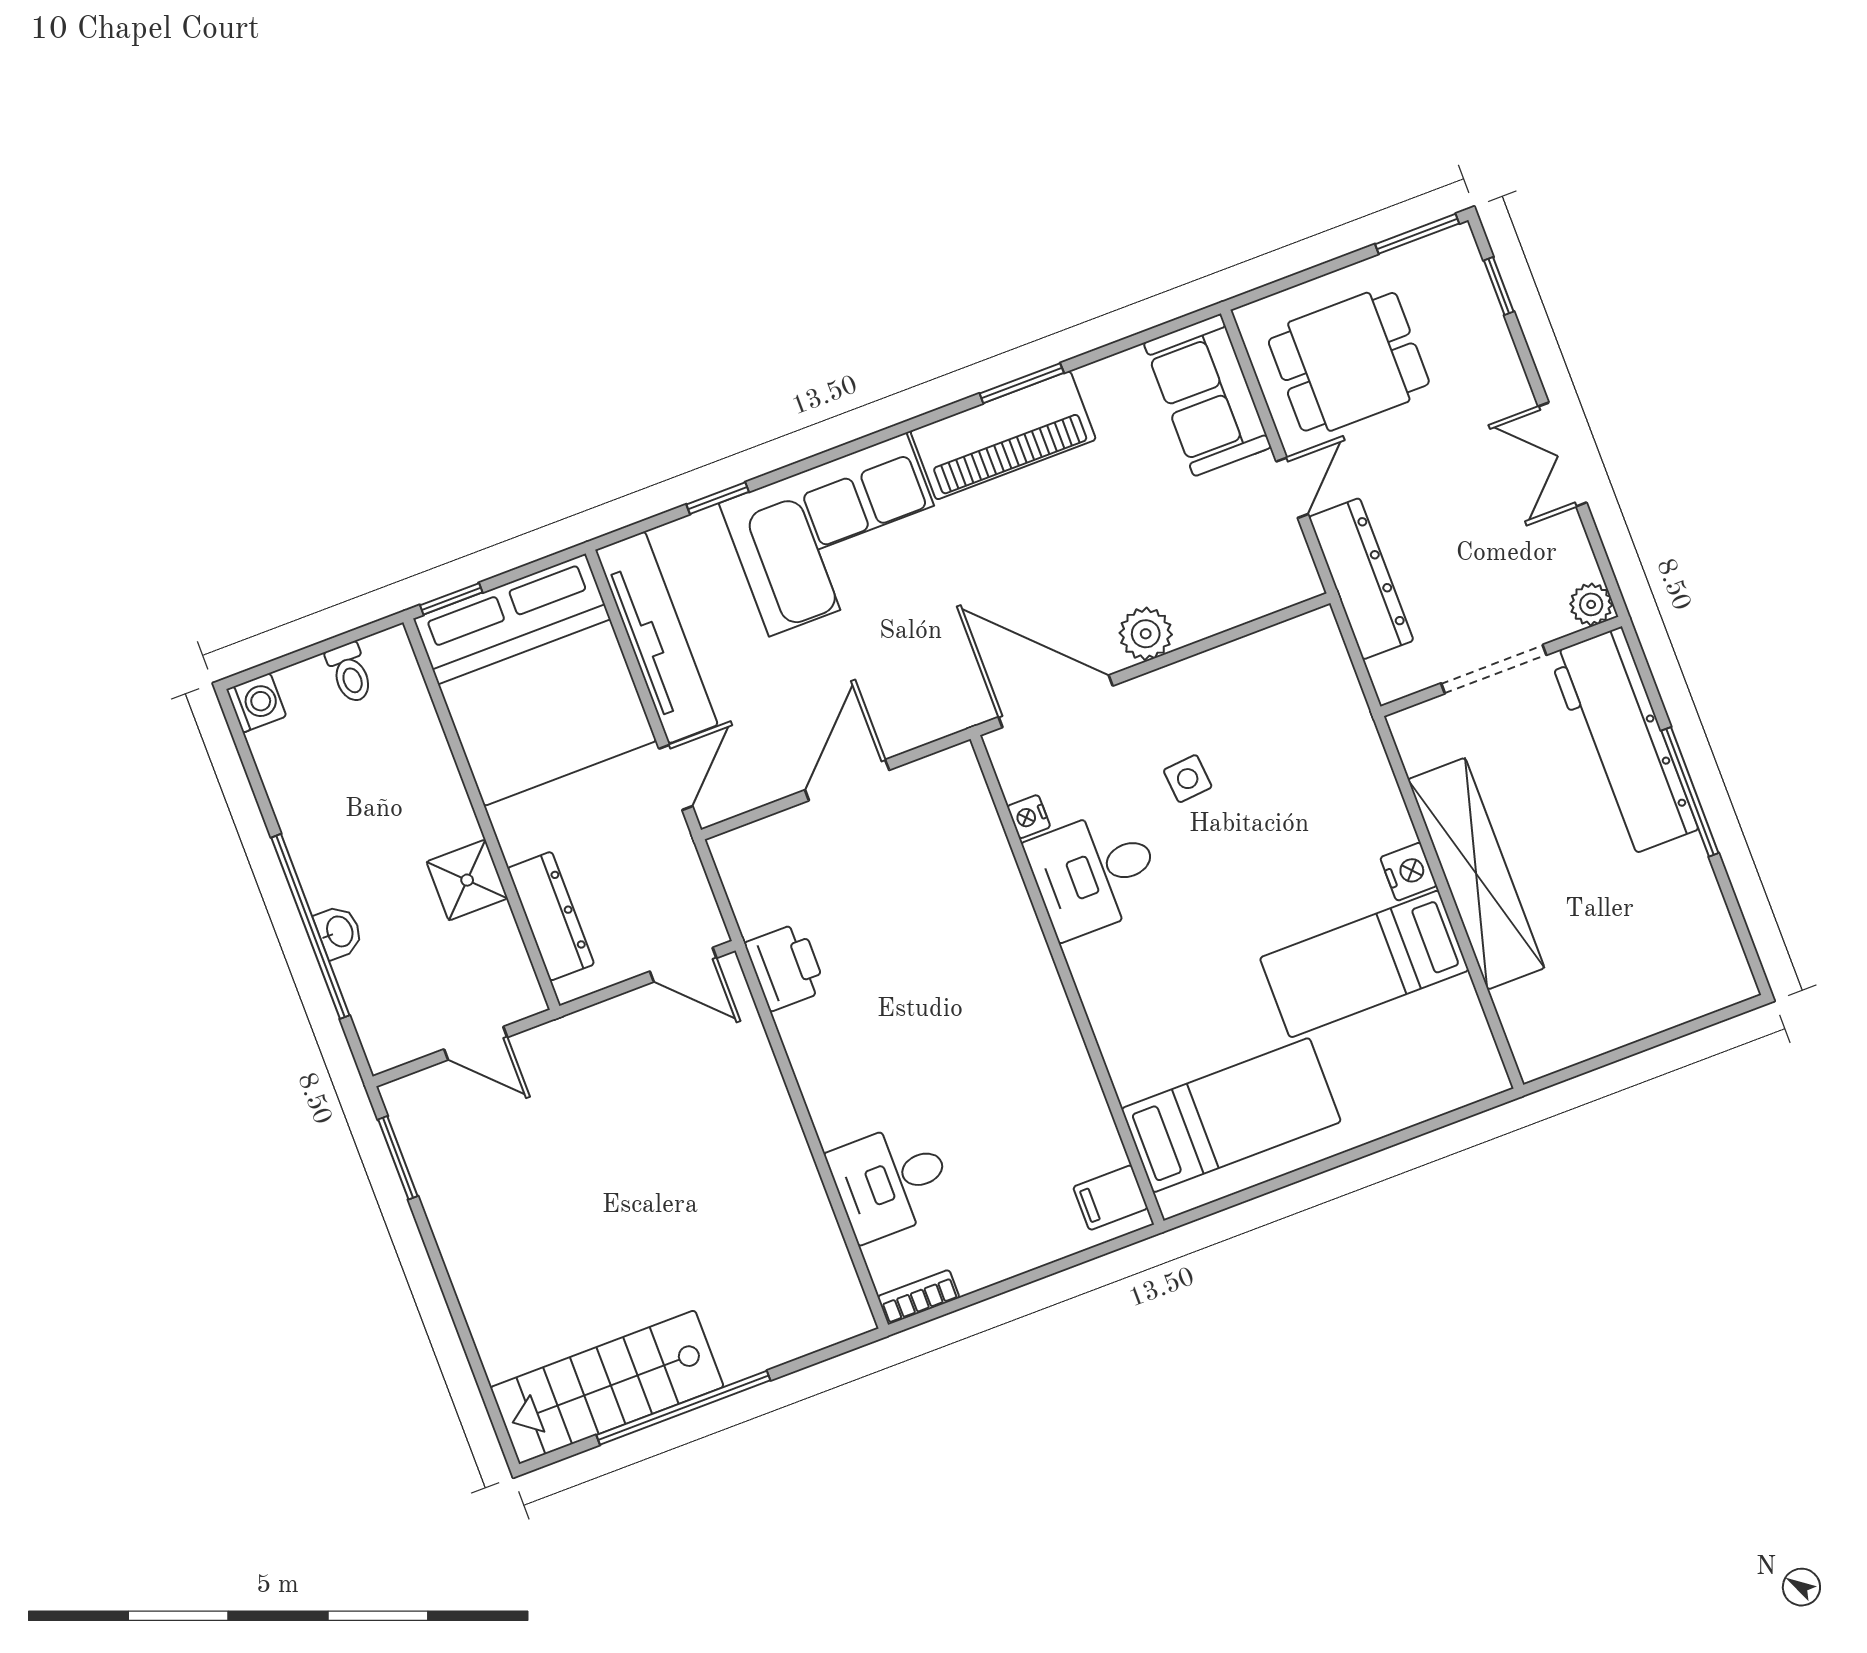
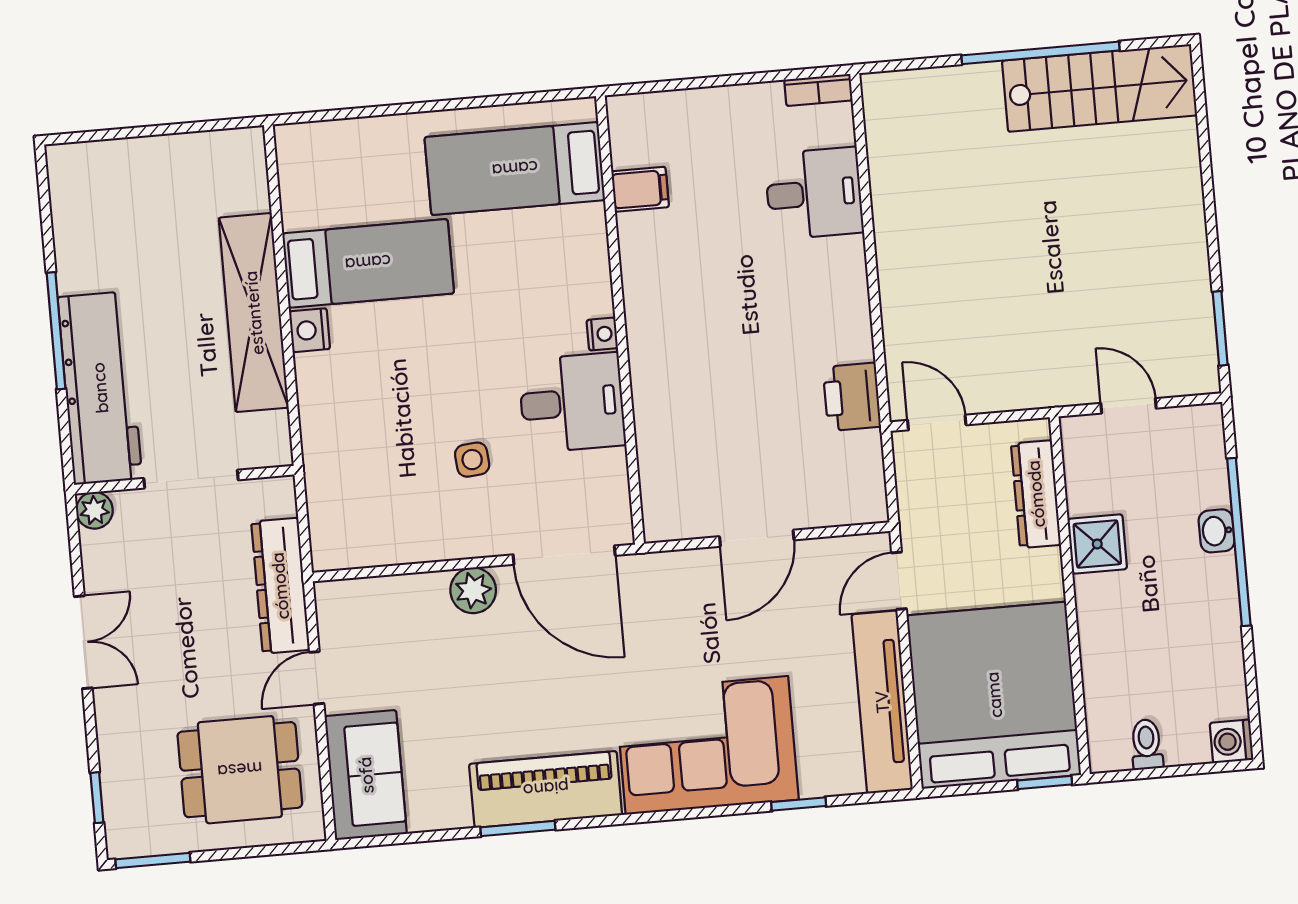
nightstand: (1029, 817) -> (602, 334), moved
filing cabinet: (1111, 1198) -> (640, 189), moved

